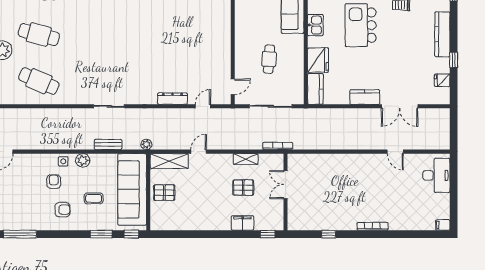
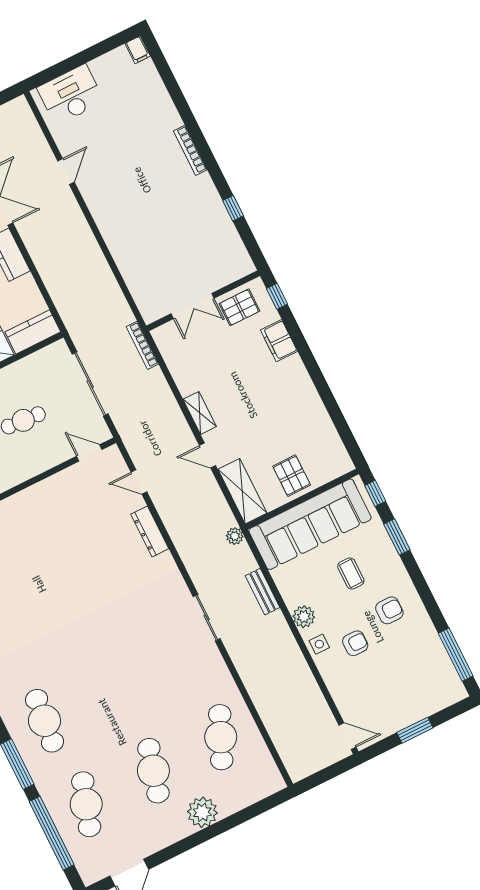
shelving: (246, 159) -> (200, 413), moved
armchair: (54, 182) -> (355, 643), turned 180
pallet: (243, 188) -> (239, 307), moved, turned 90
armchair: (63, 210) -> (389, 610), turned 90

